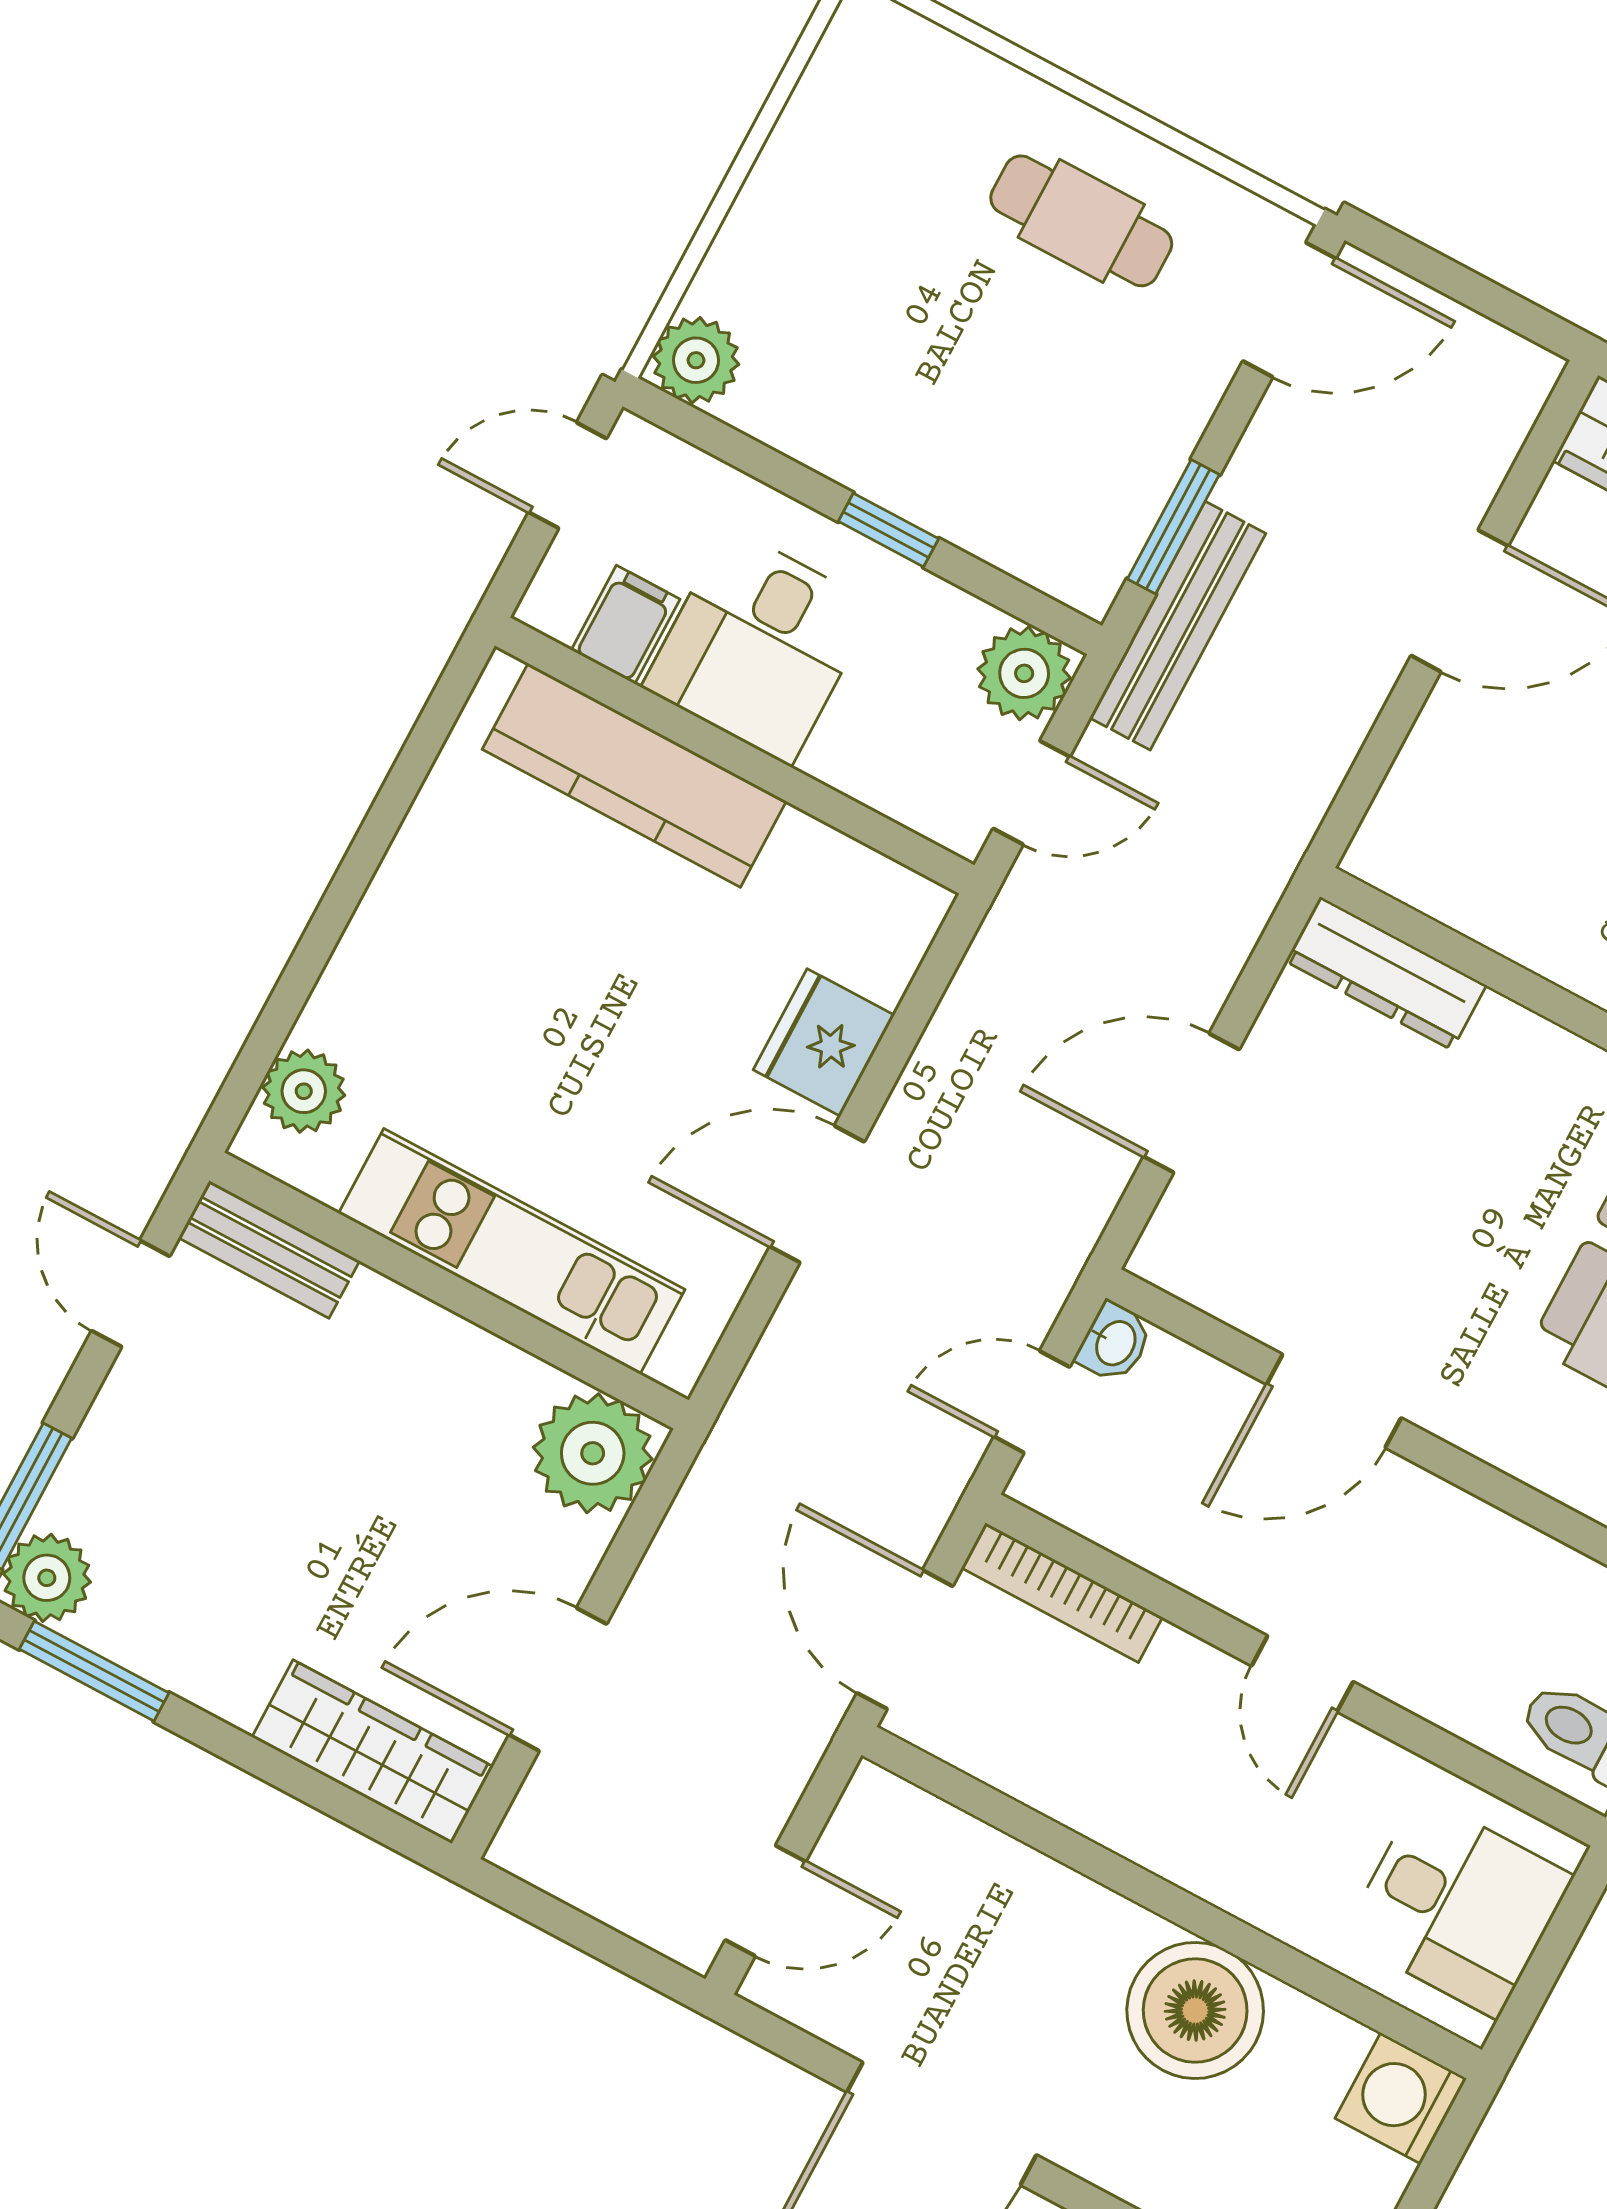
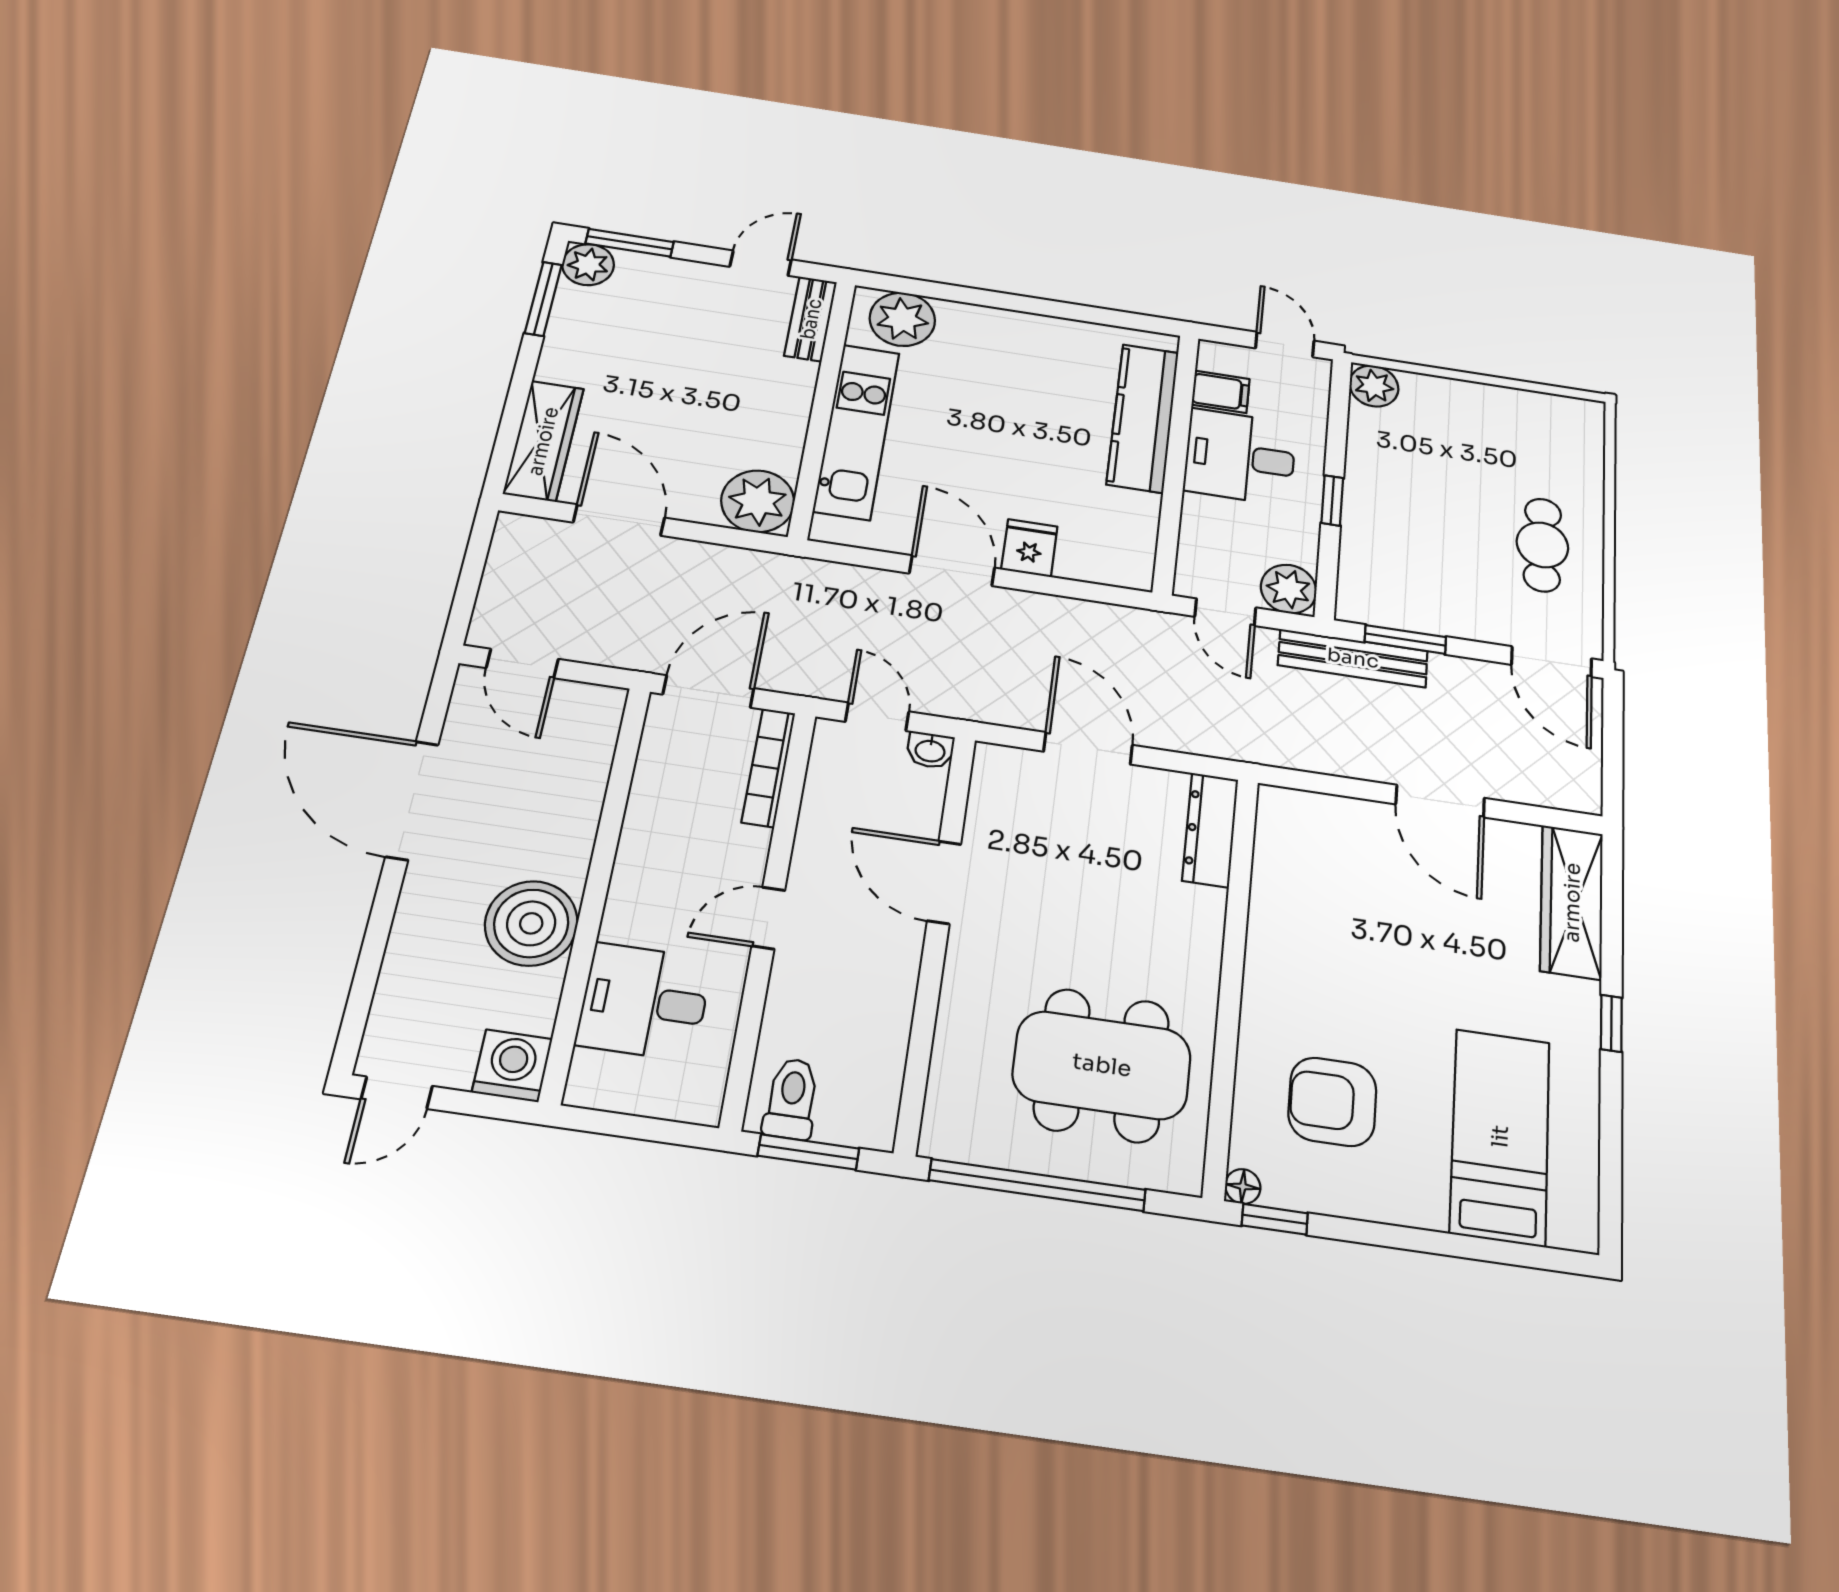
fridge: (824, 1042) -> (1029, 548), width x0.72
plant: (304, 1091) -> (902, 319), width x1.36, depth x1.36
desk: (1458, 1906) -> (644, 1002), moved, turned 90

